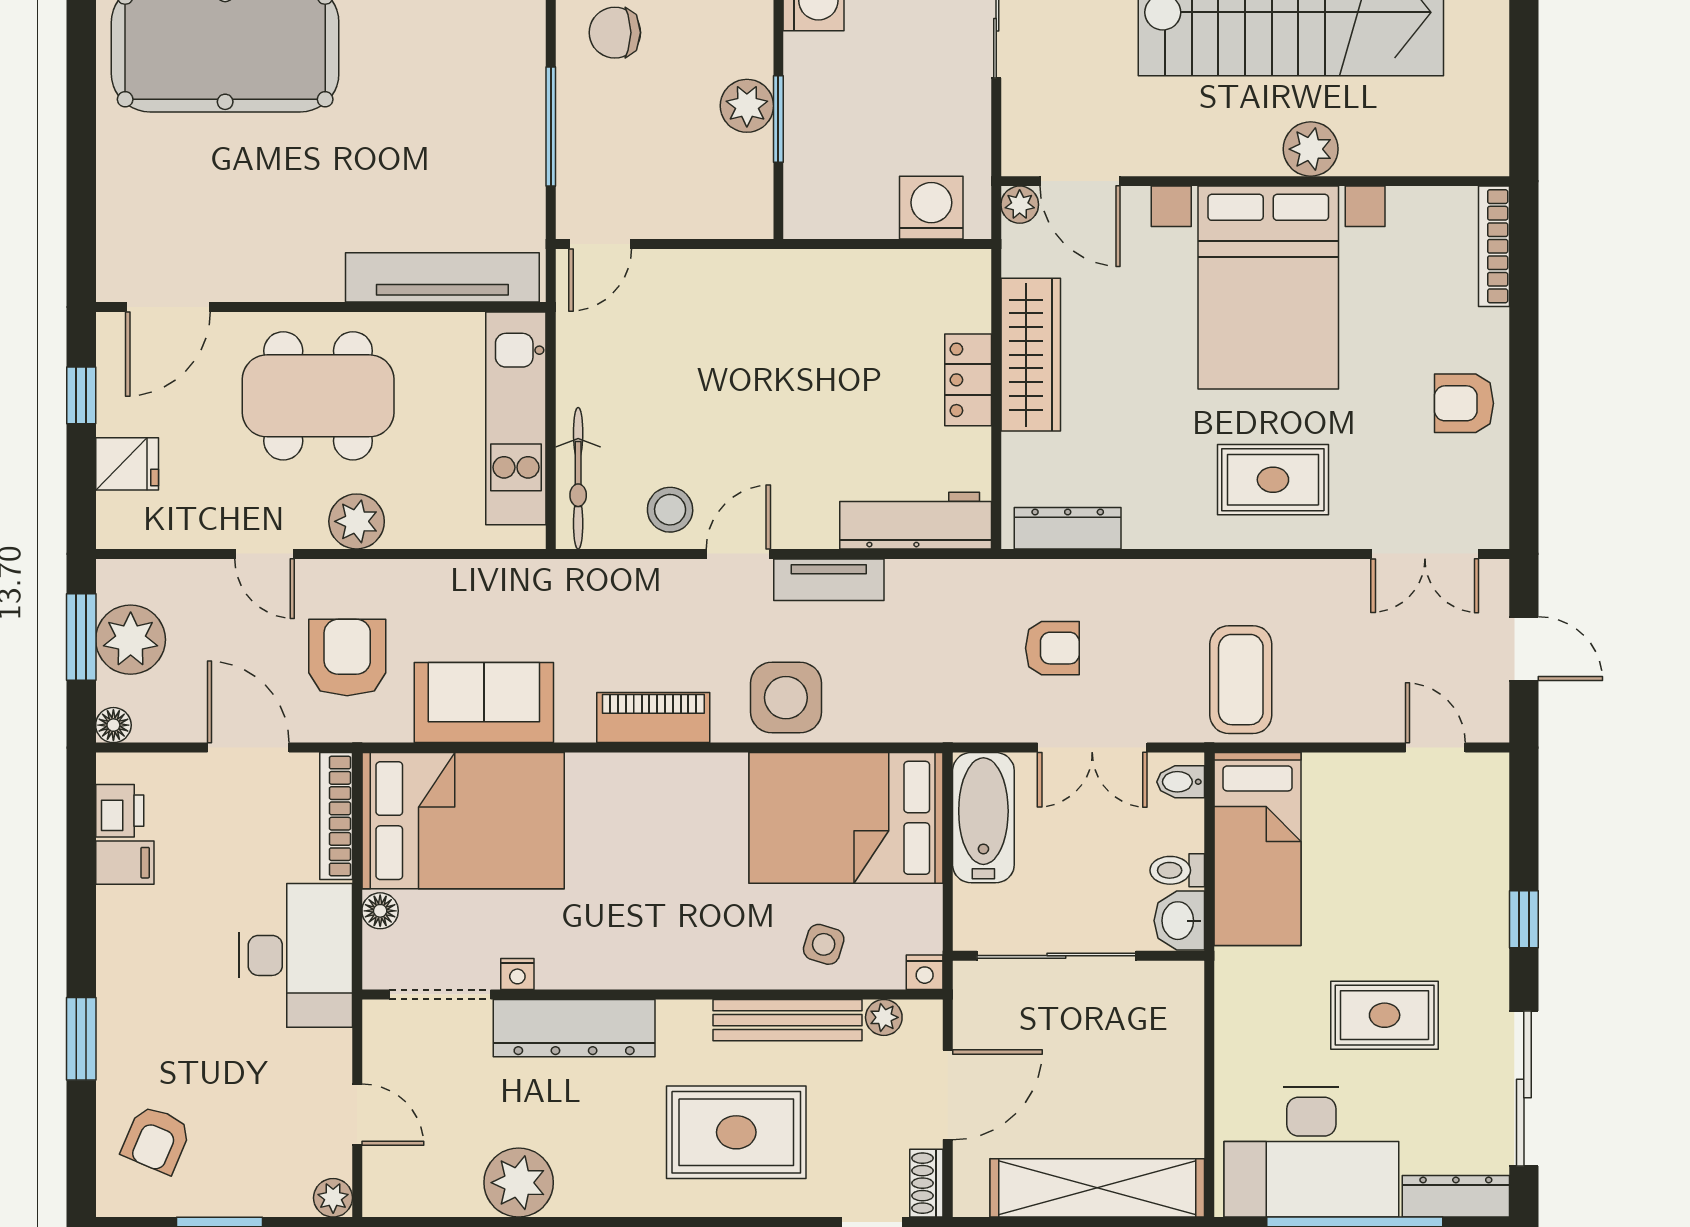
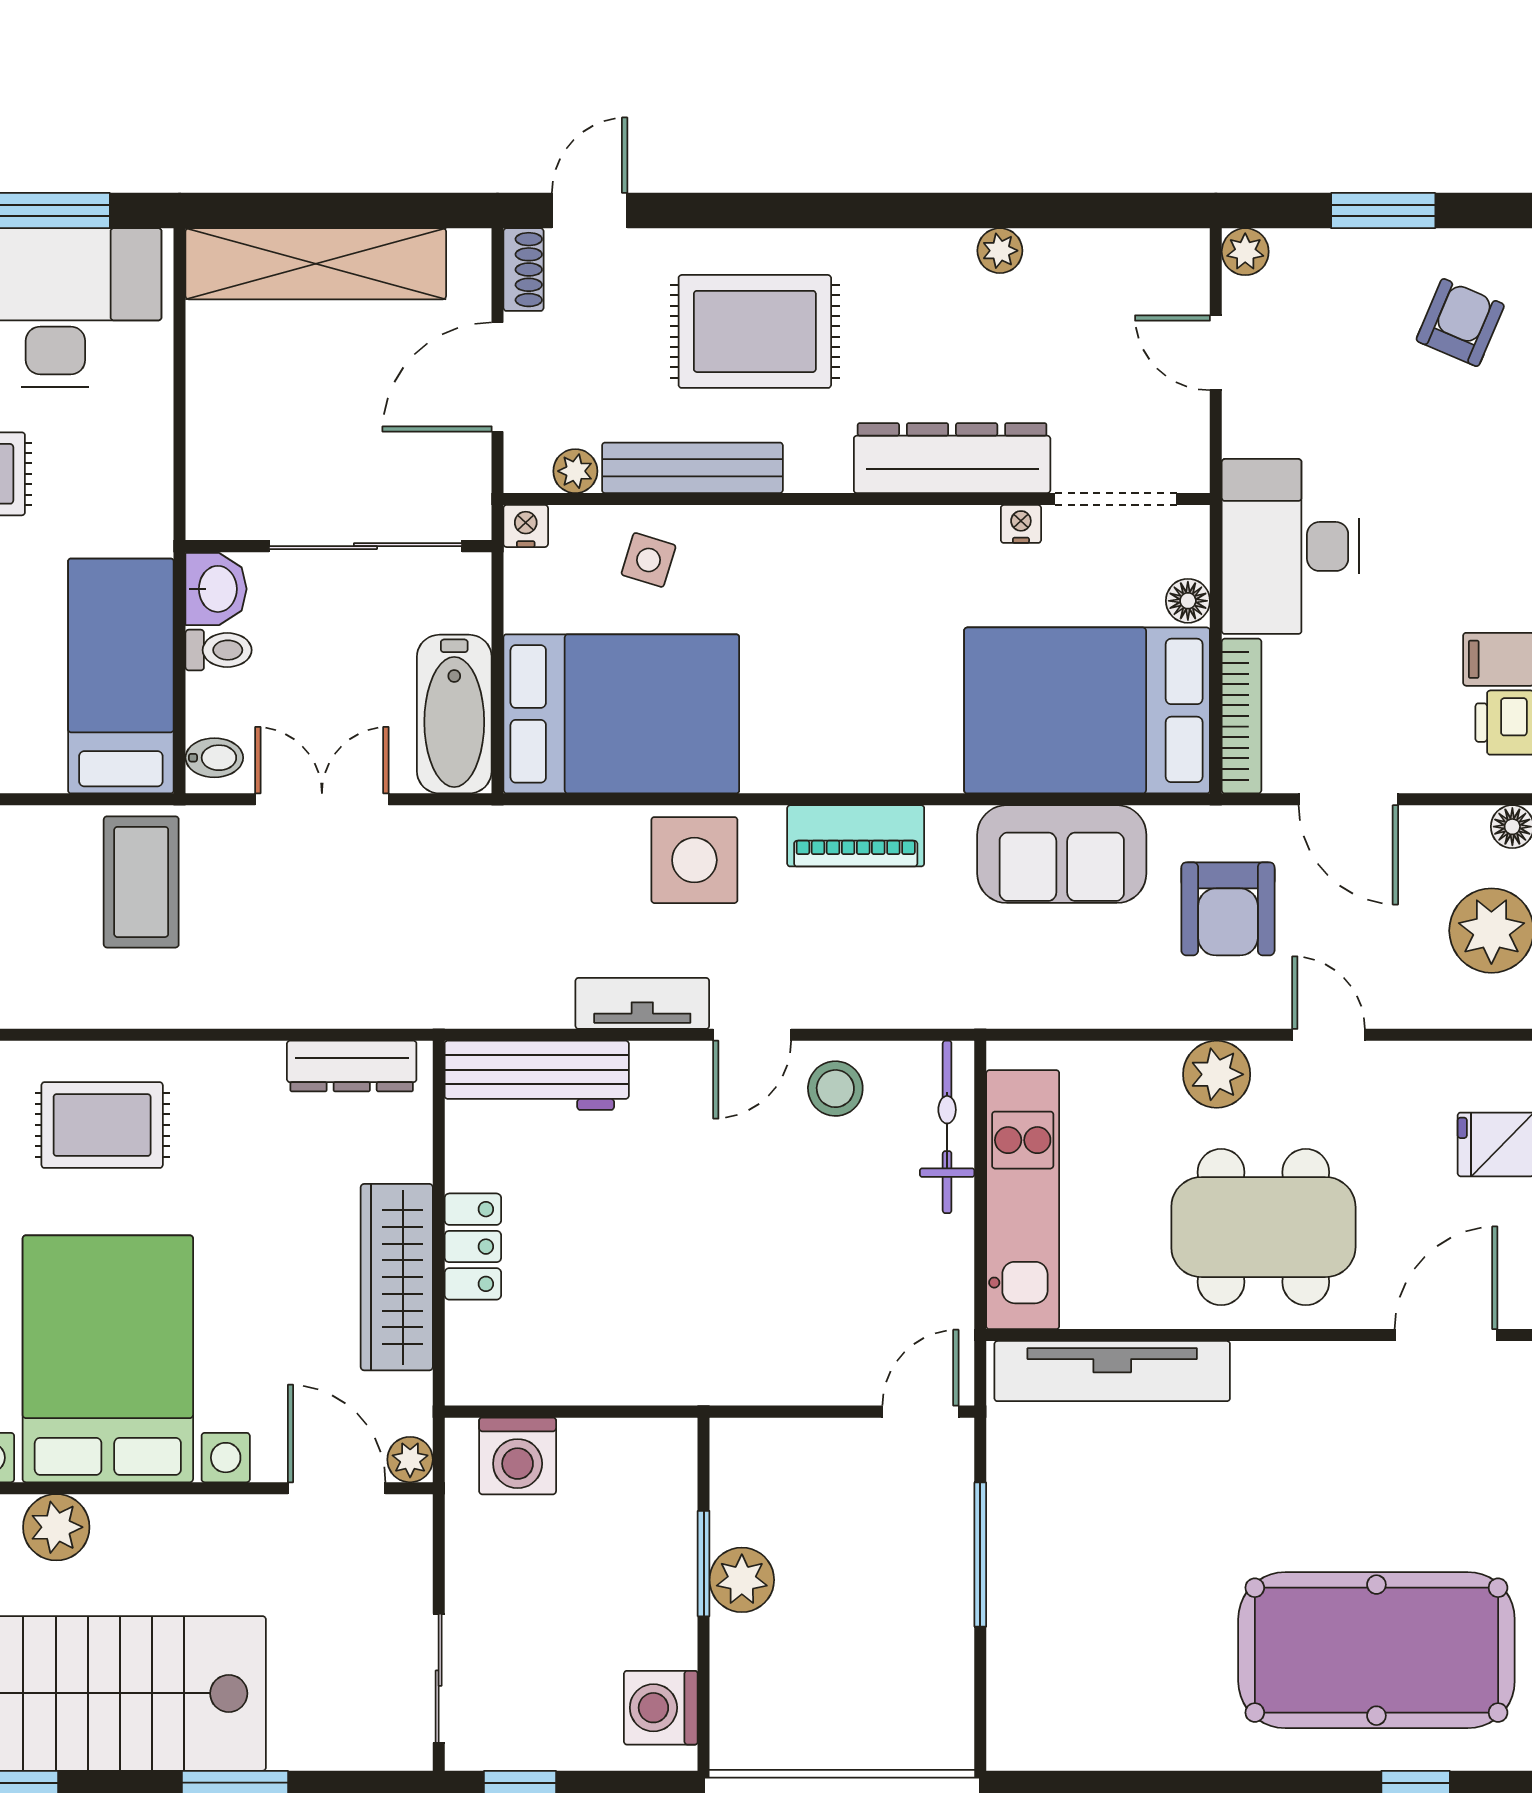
chair: (615, 33) -> (902, 1669), removed
armchair: (1052, 648) -> (370, 920), removed
plant: (519, 1183) -> (1000, 251), width x0.53, depth x0.53

